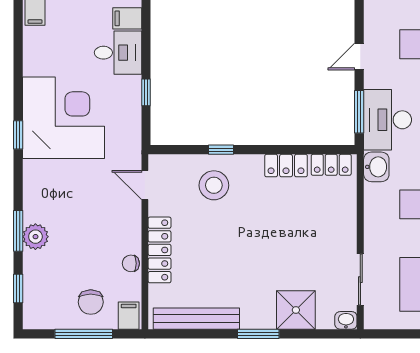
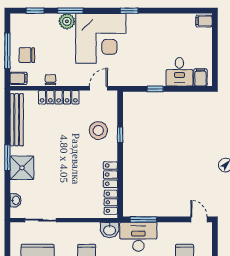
door: (359, 57) -> (199, 219), moved
corner desk: (63, 118) -> (101, 38), moved
shower: (296, 310) -> (22, 168), moved
washbasin: (346, 320) -> (16, 200), moved

